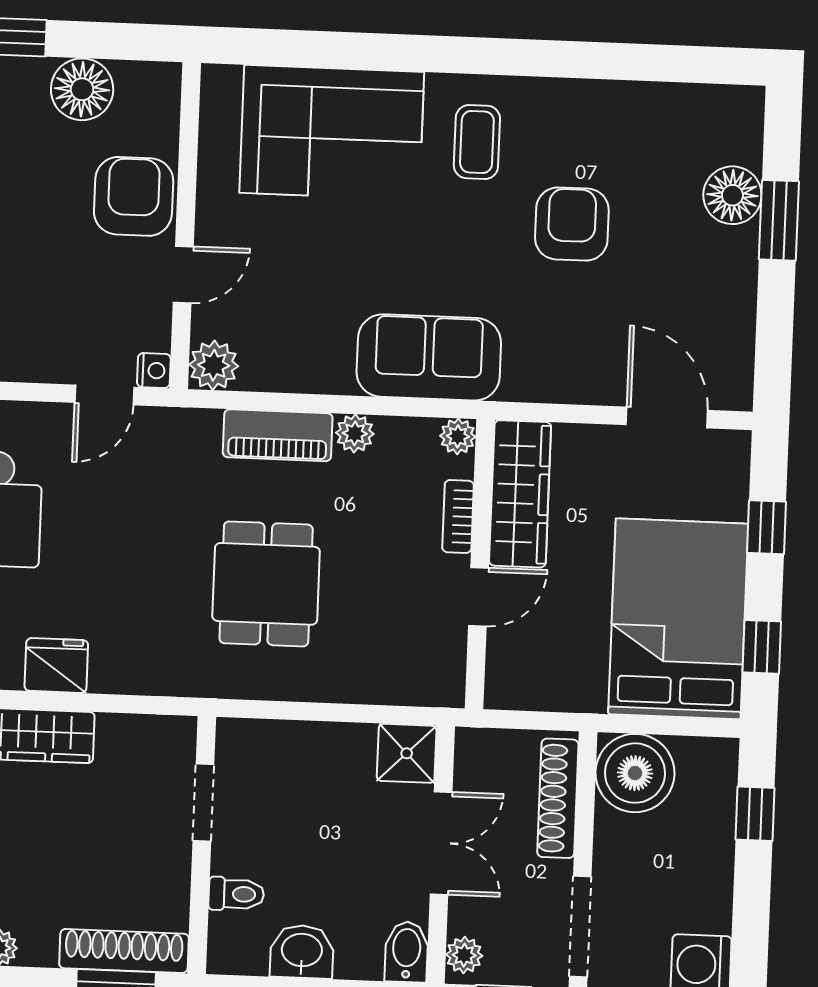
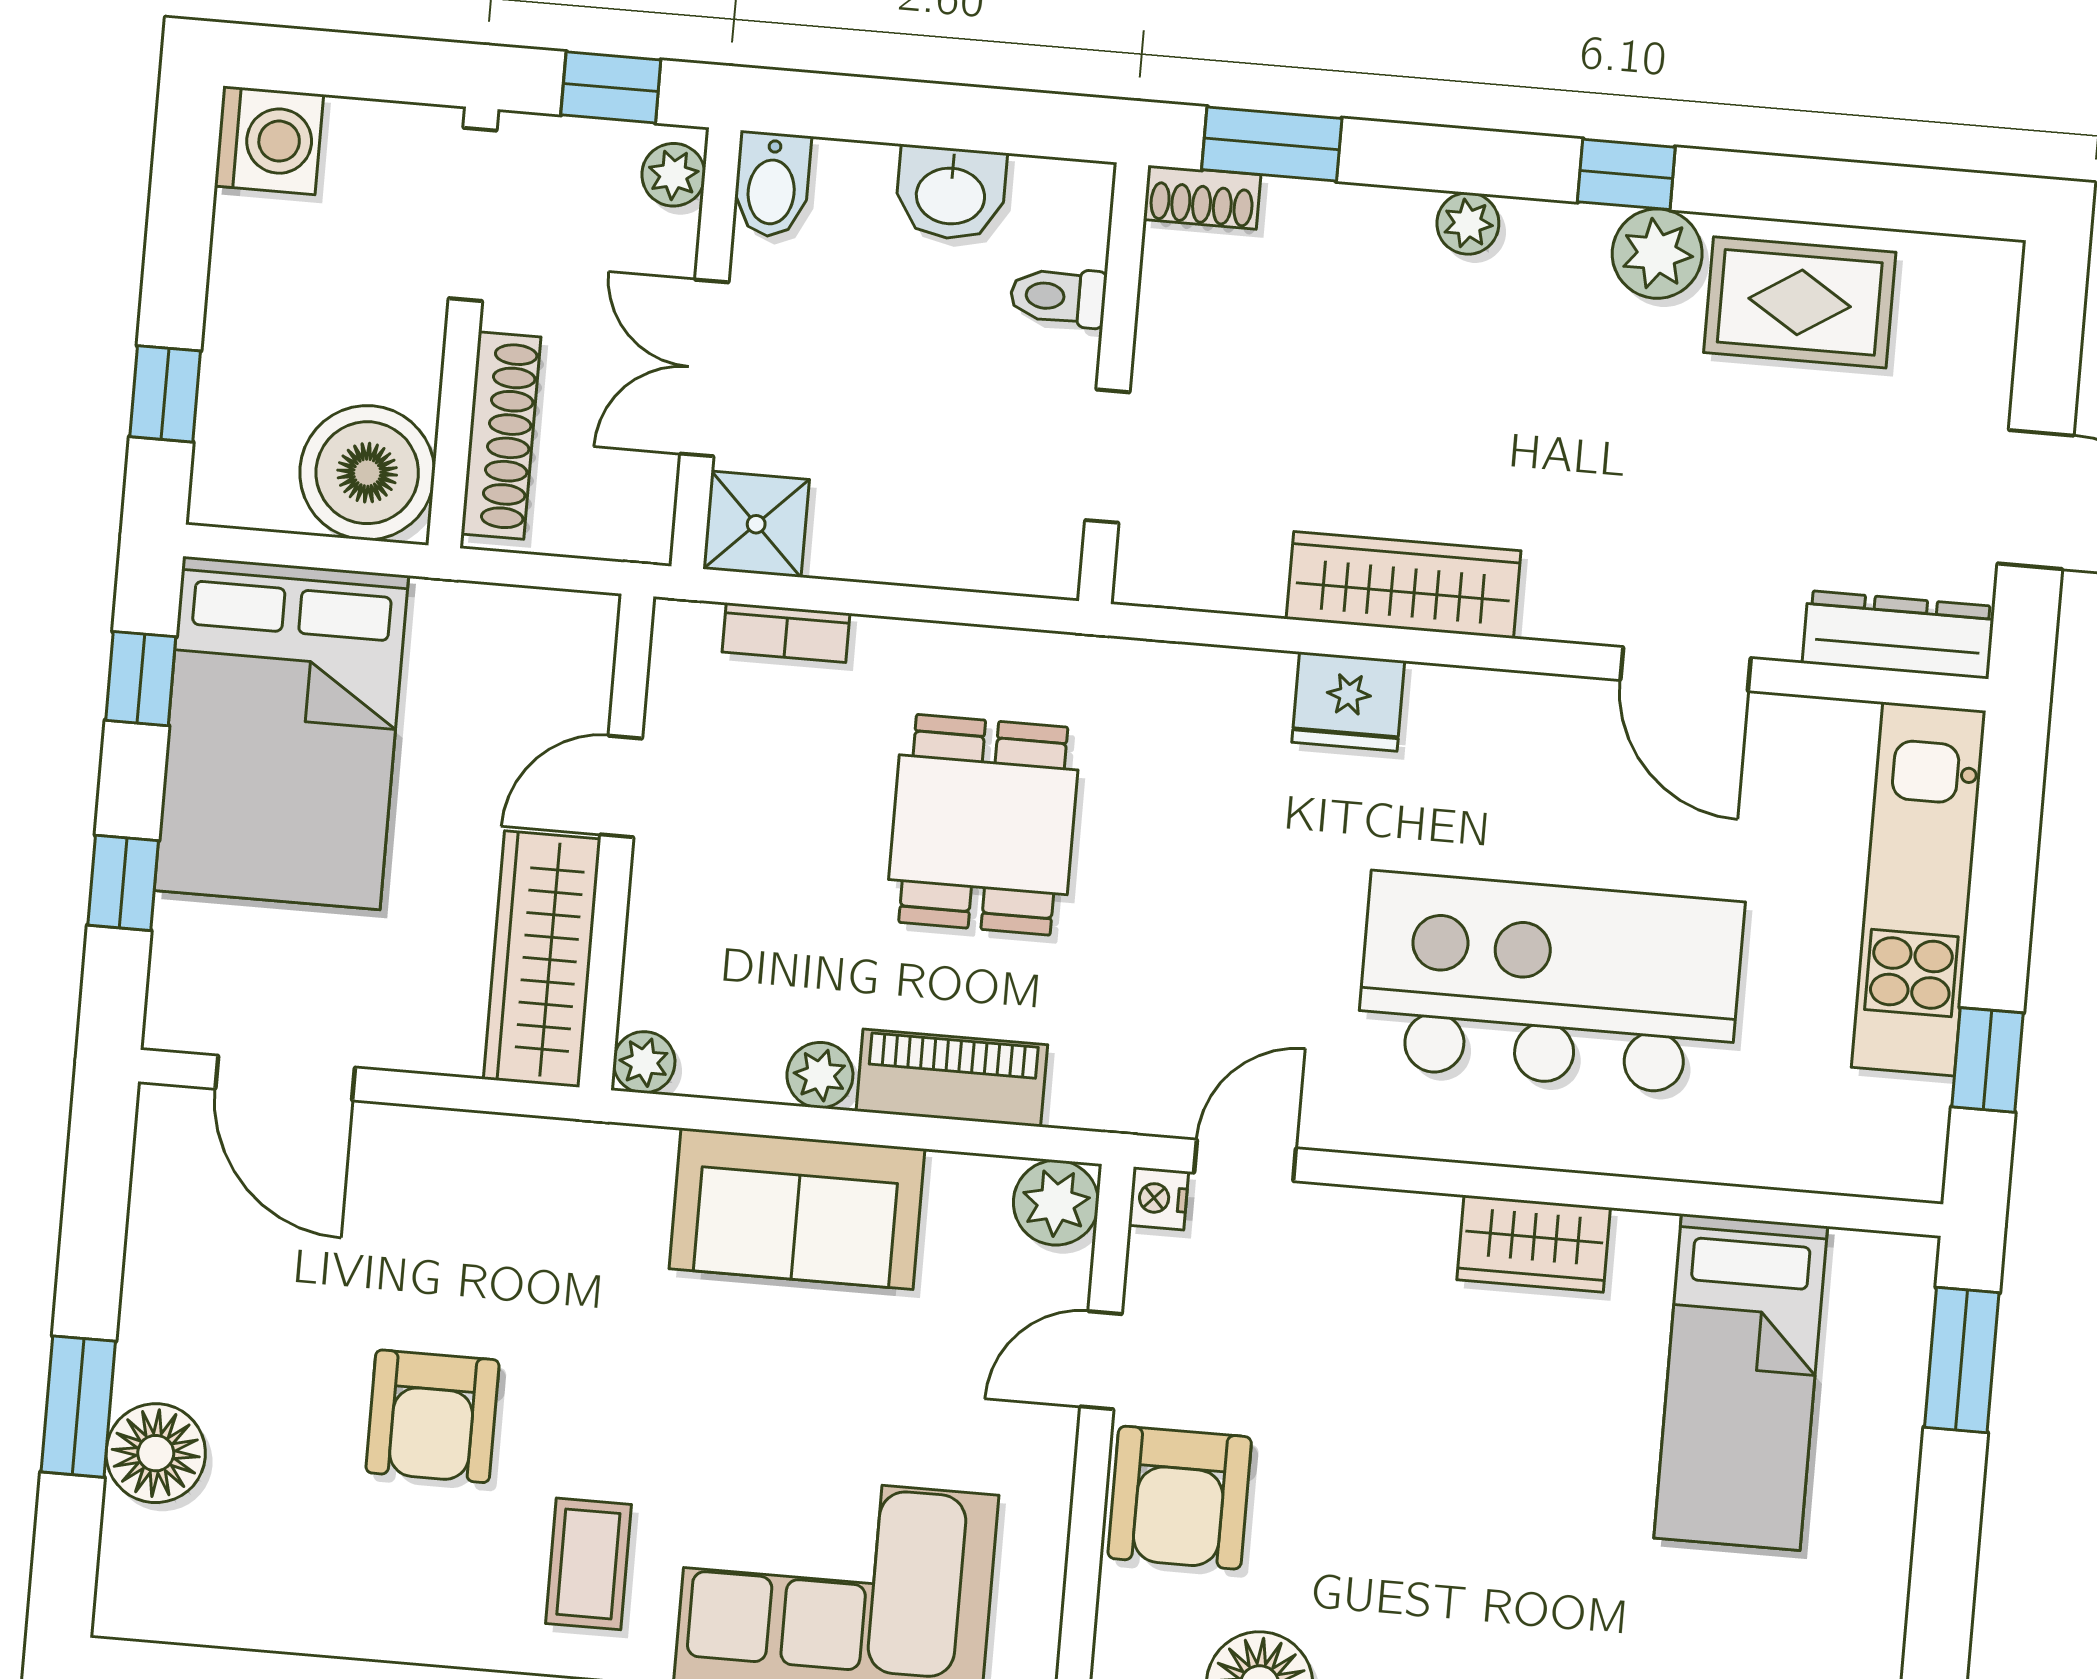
sofa: (429, 357) -> (797, 1209), moved
bookcase: (458, 517) -> (786, 633), moved, turned 90
shoe rack: (124, 951) -> (1202, 197), width x0.51, depth x0.81

